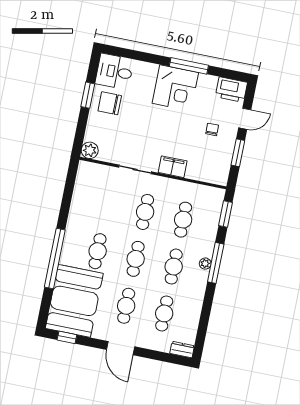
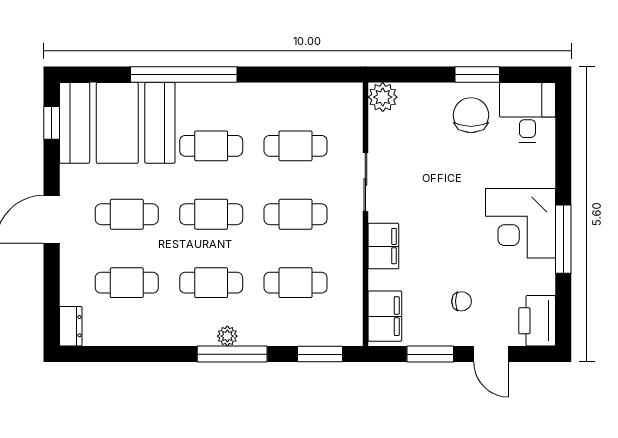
filing cabinet: (212, 174) -> (385, 316), added
cafe table: (107, 204) -> (296, 146), added

